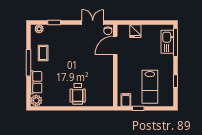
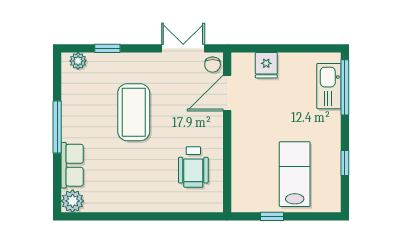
coffee table: (43, 53) -> (134, 112), moved, width x1.86, depth x1.72
lab bench: (150, 87) -> (295, 174), turned 180
wheelchair: (78, 94) -> (193, 167), moved
filing cabinet: (126, 100) -> (248, 200), removed

